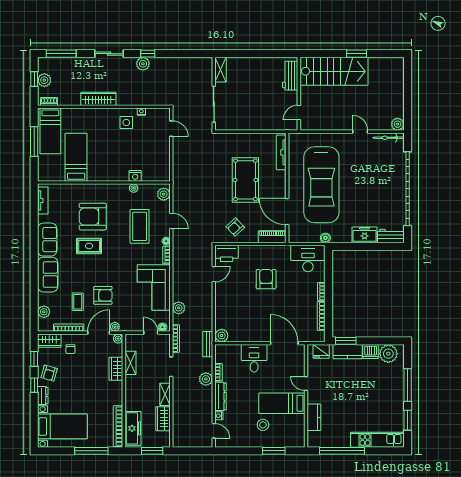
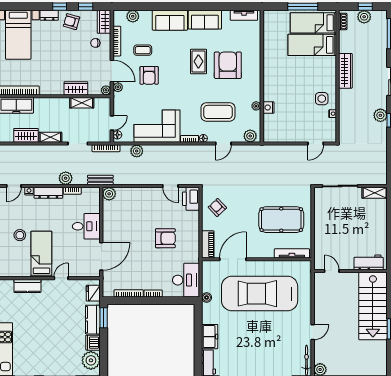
bed: (76, 157) -> (312, 45), moved, turned 180
pool table: (245, 180) -> (281, 220), moved

